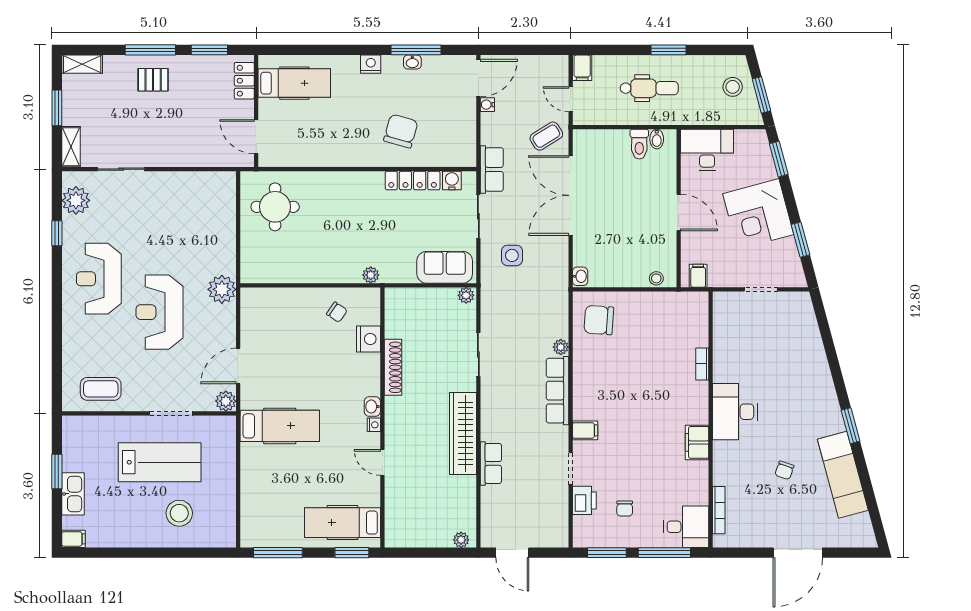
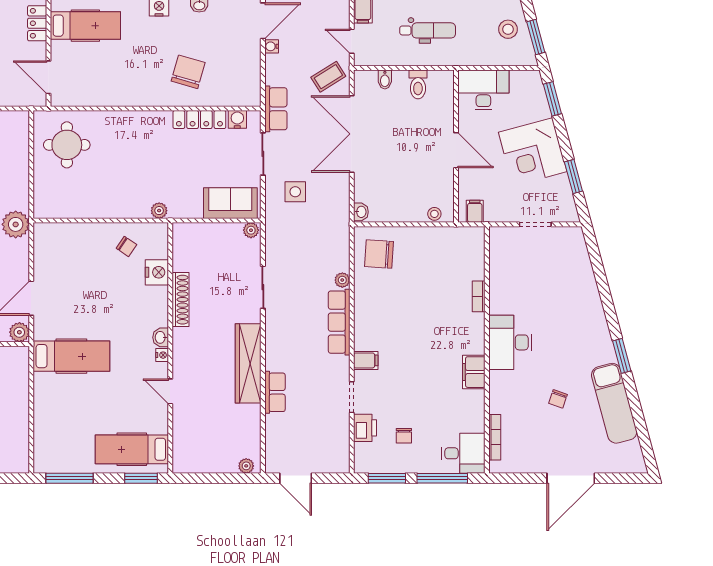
bidet: (657, 139) -> (385, 79), moved

